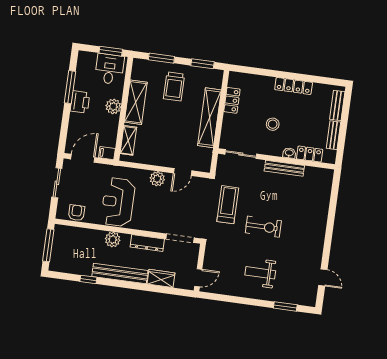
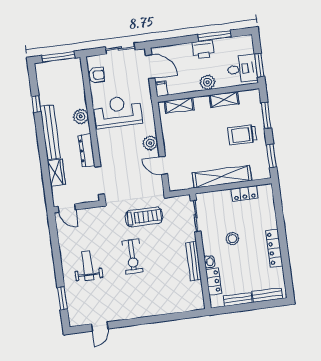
shelving: (136, 102) -> (224, 99), width x0.67, depth x0.75

